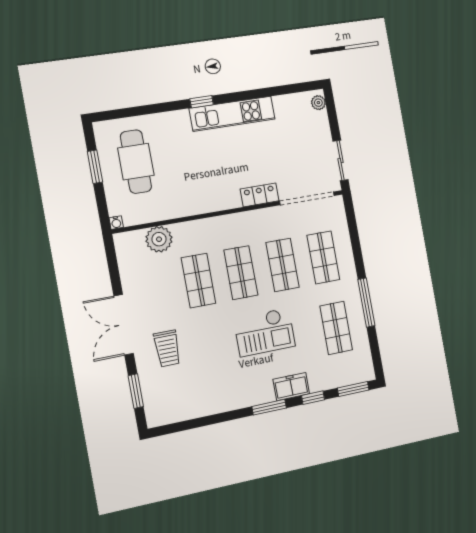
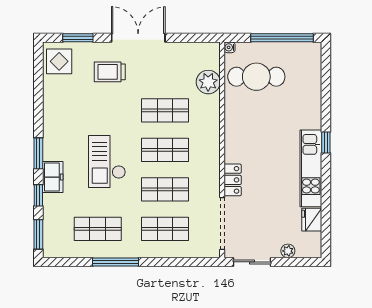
plant: (318, 103) -> (288, 251), moved
fridge: (286, 105) -> (312, 220), added
cafe table: (136, 162) -> (256, 77), moved
window: (95, 167) -> (282, 38), width x2.11
display table: (166, 406) -> (59, 61), added

